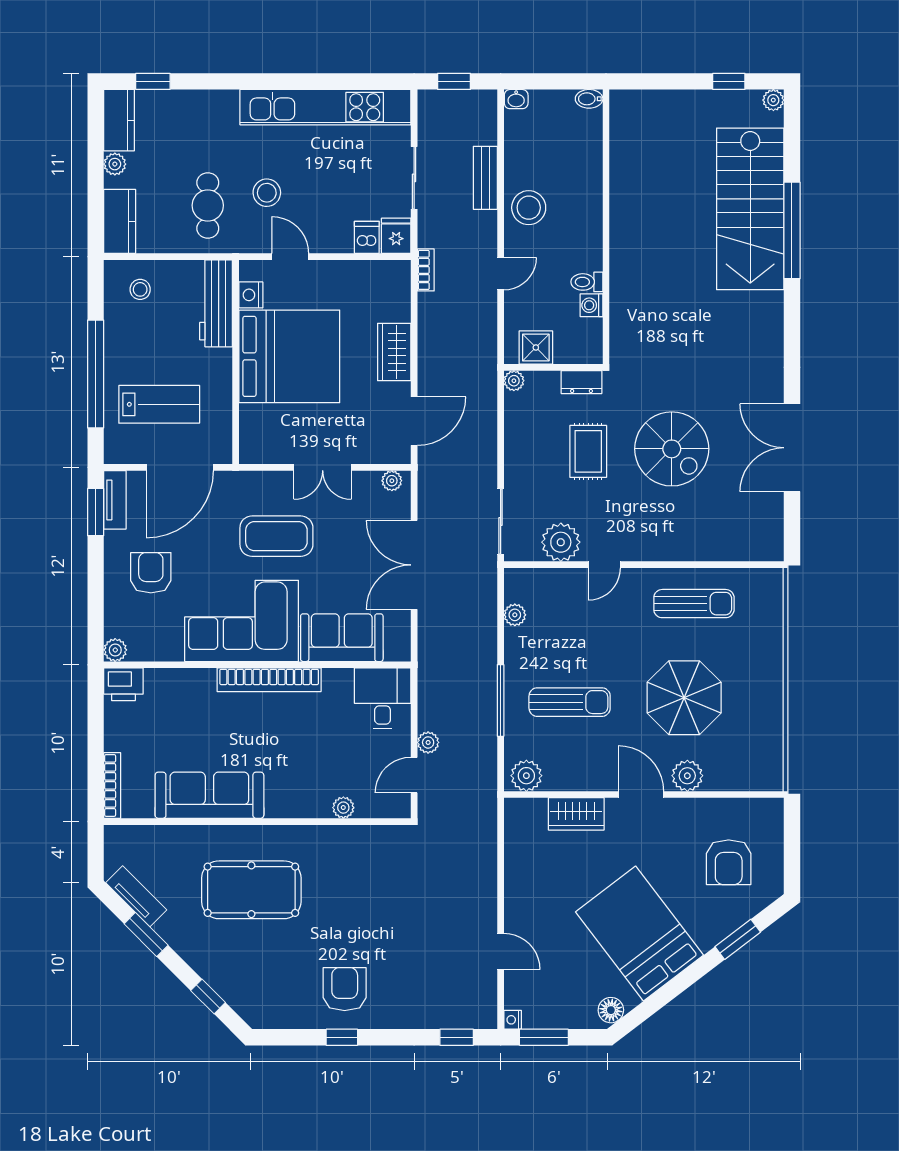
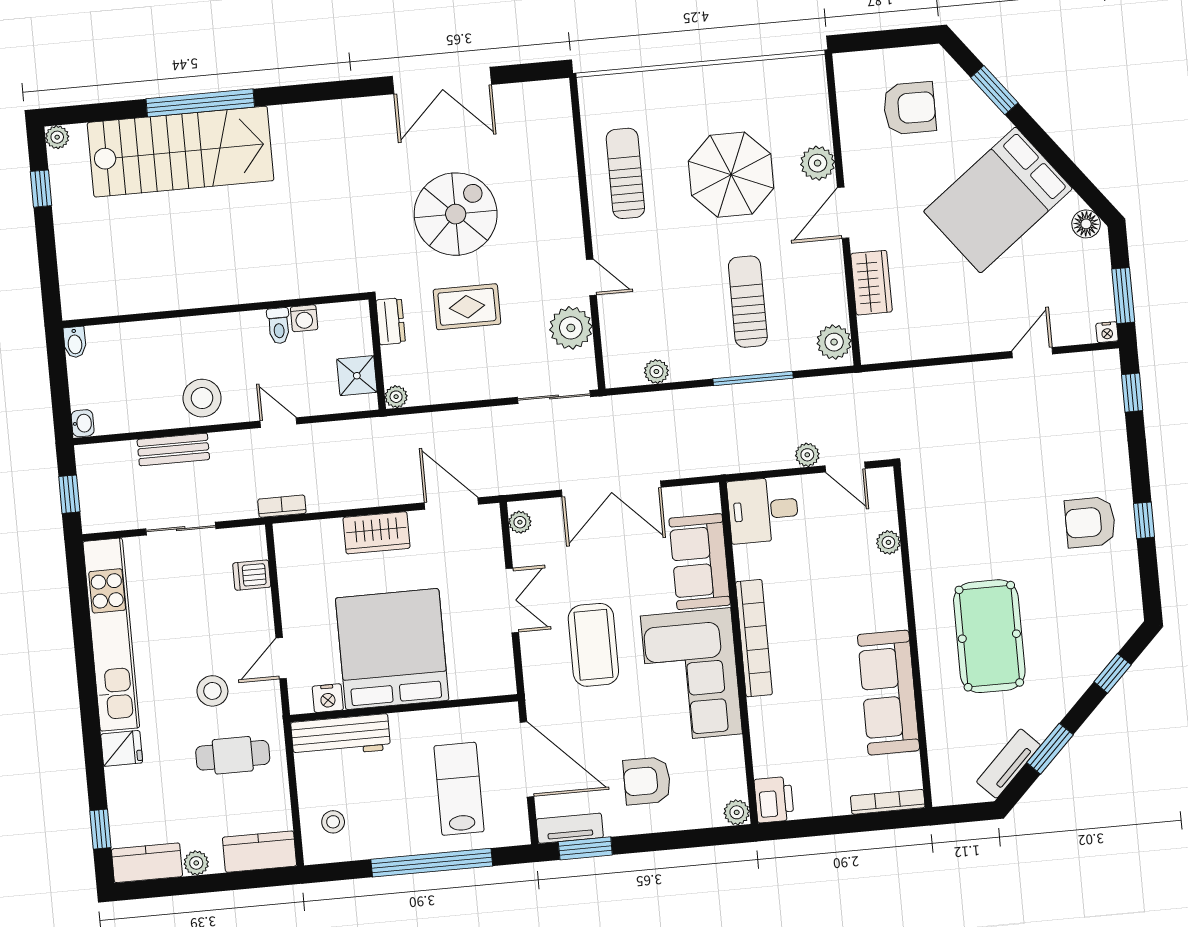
fridge: (396, 236) -> (122, 748), moved, turned 180

